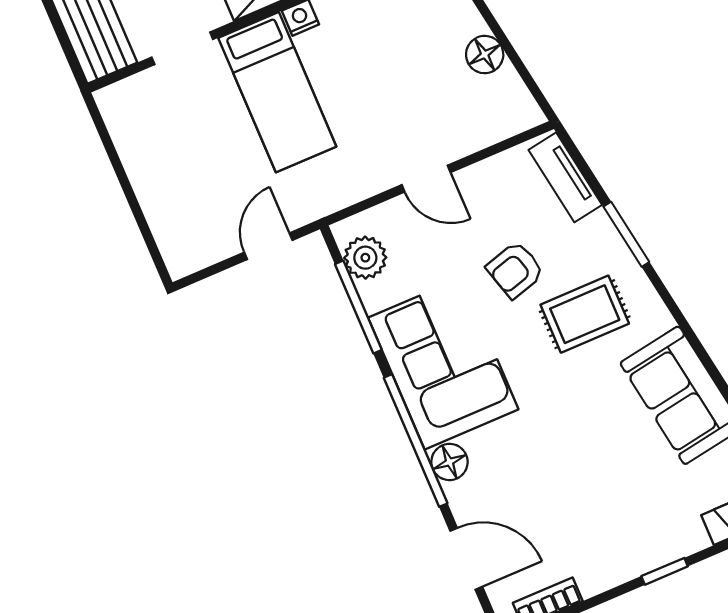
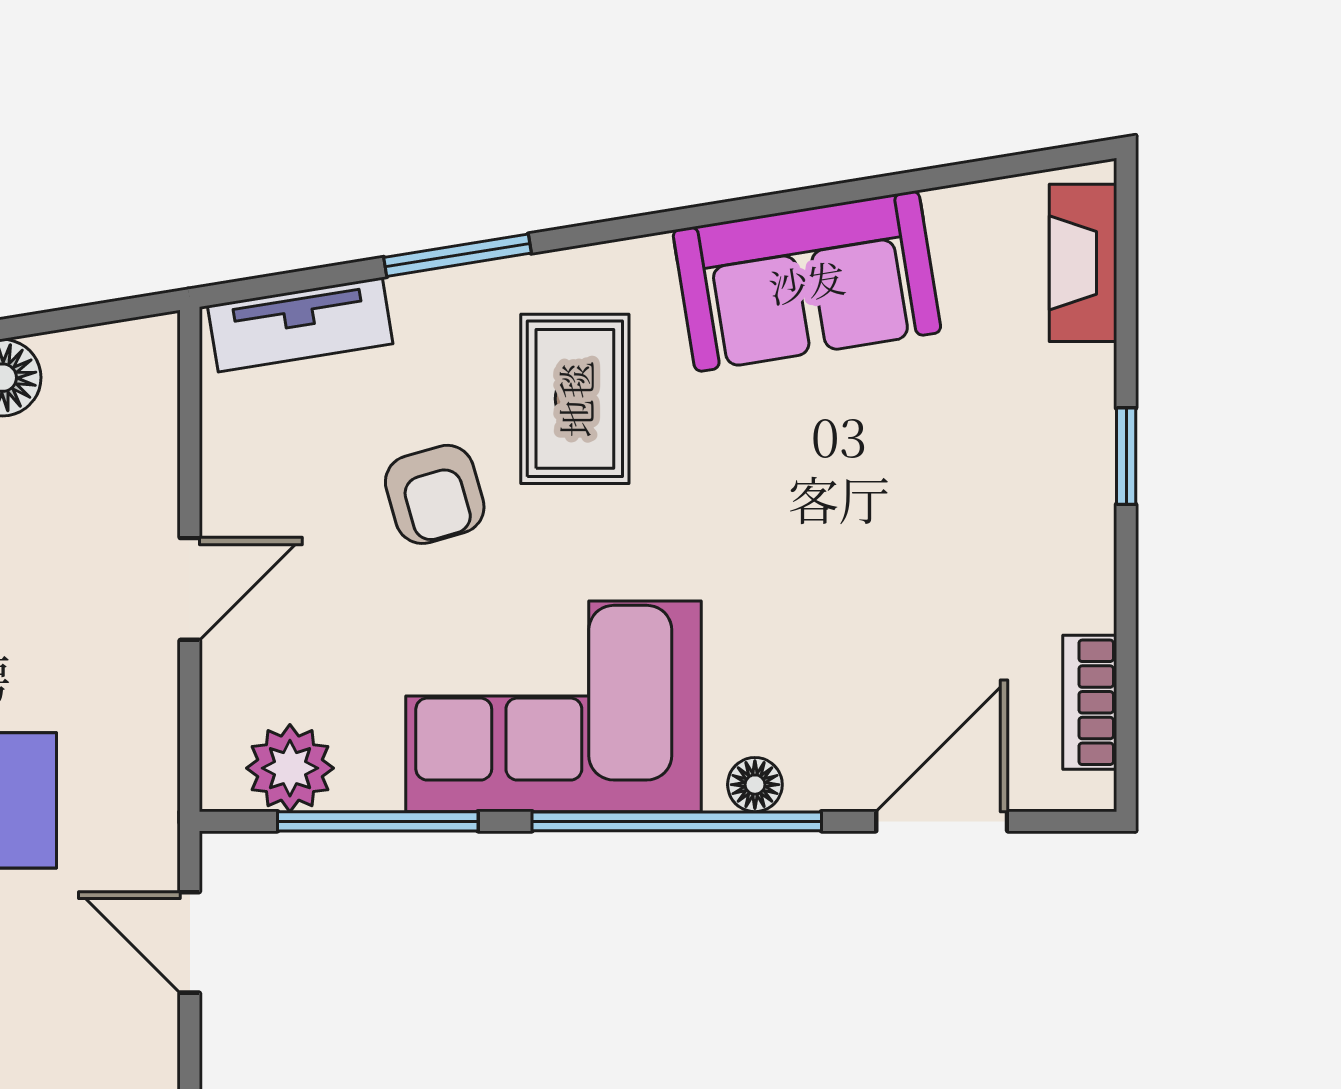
floor lamp: (450, 462) -> (755, 785), width x0.73, depth x0.73

